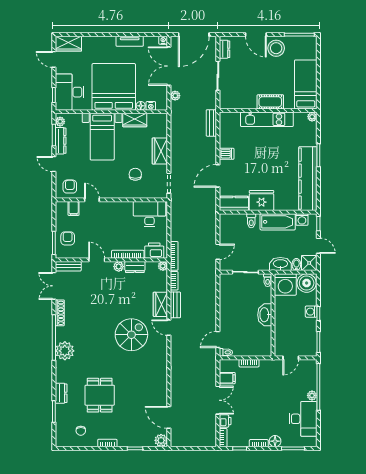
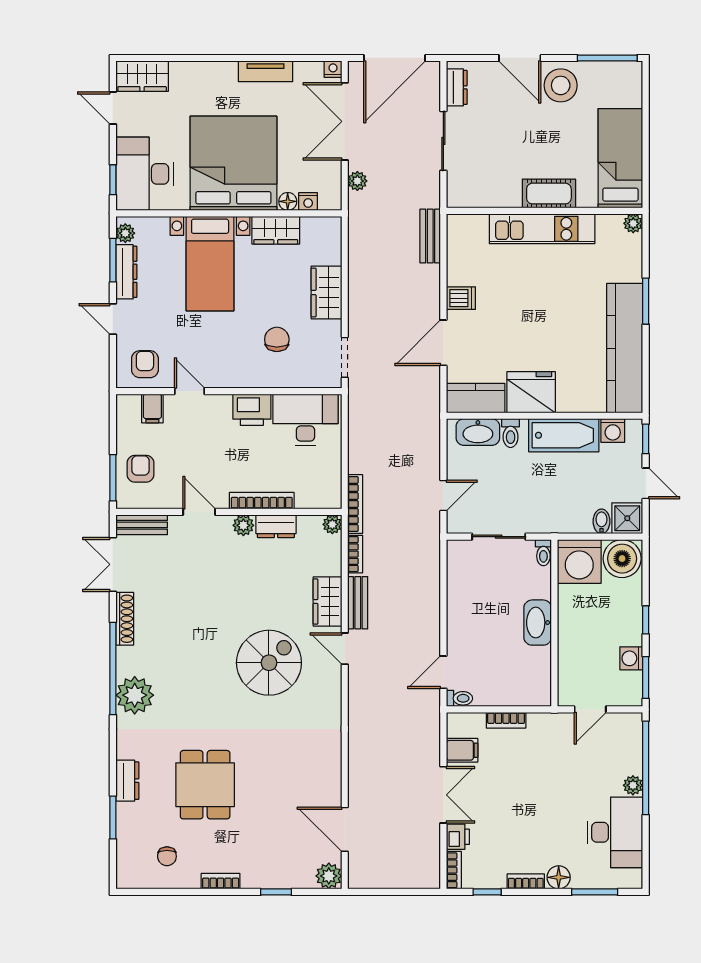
printer: (154, 251) -> (252, 410), moved, turned 180
washbasin: (280, 264) -> (478, 432), moved, turned 180
washing machine: (311, 312) -> (631, 658), moved

